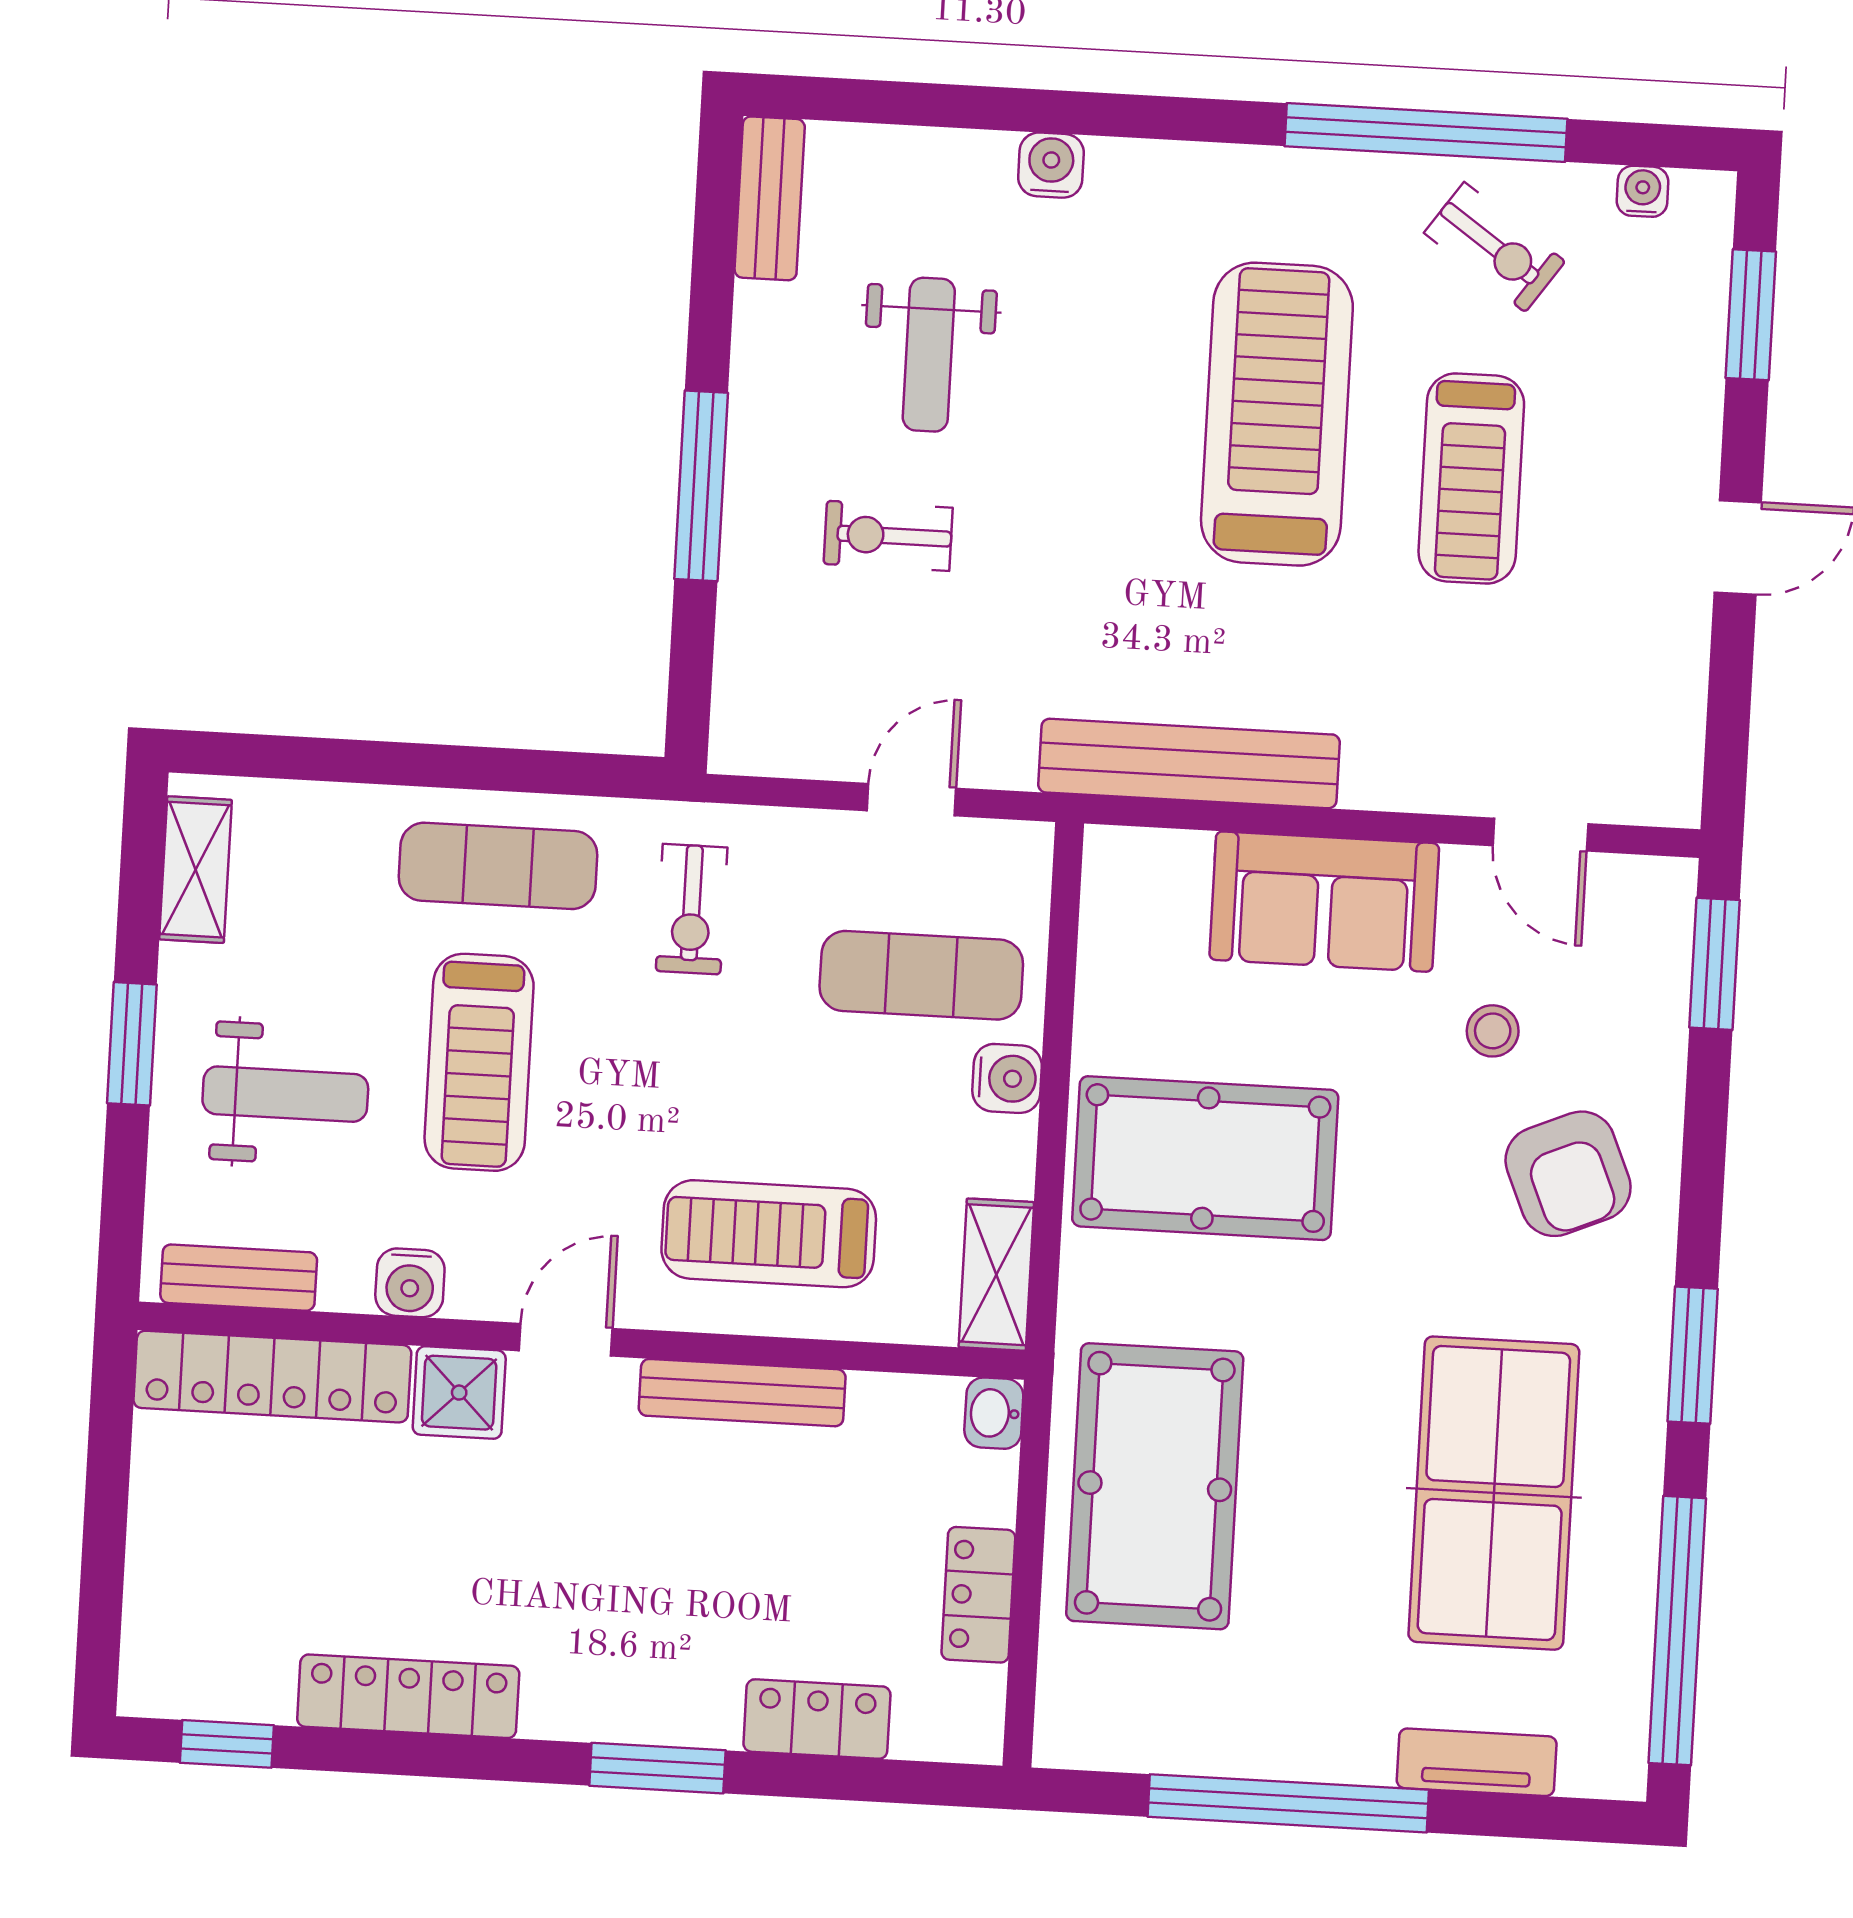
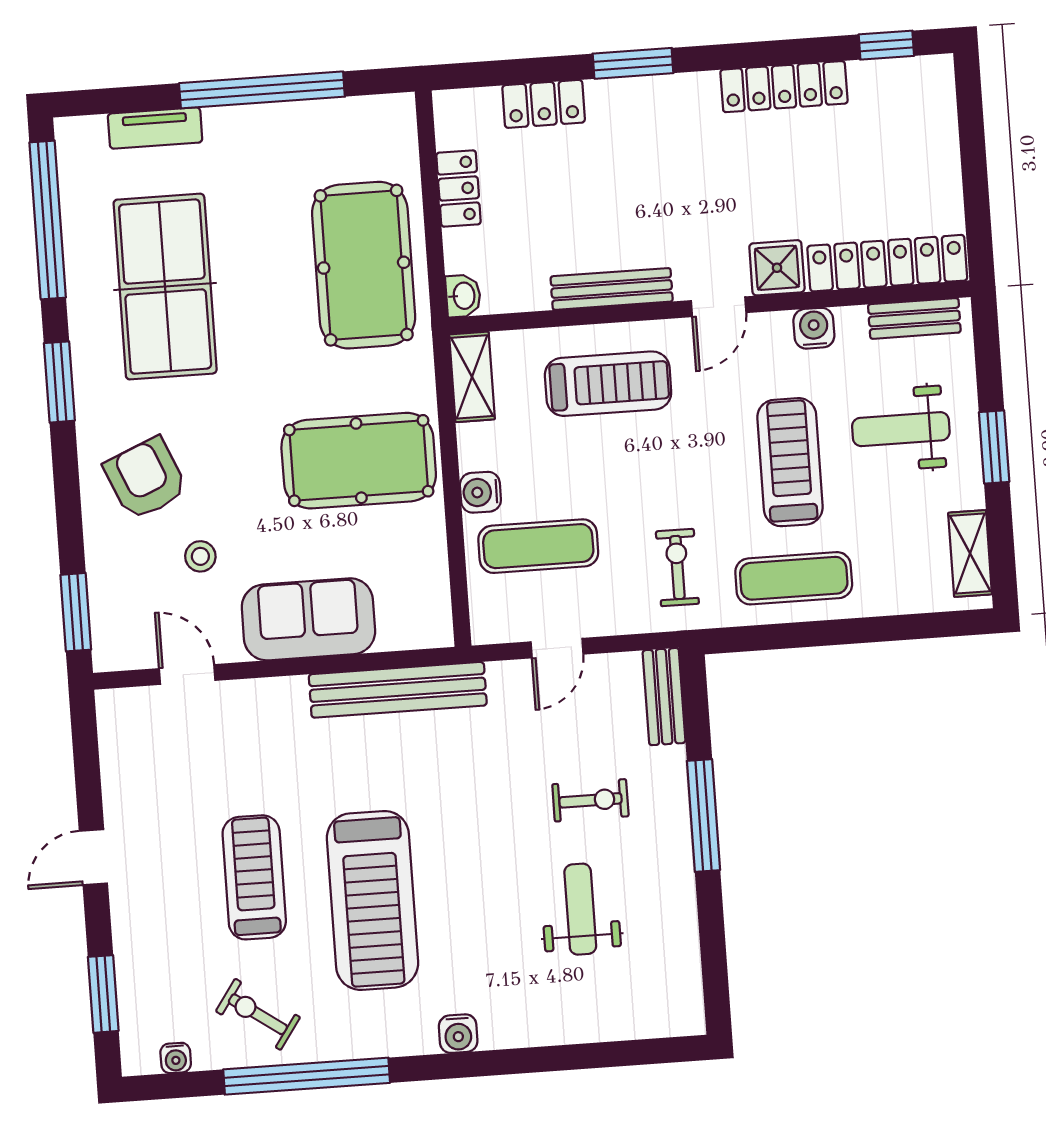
water cooler: (1051, 165) -> (458, 1034), moved
bench: (770, 198) -> (664, 697), moved

